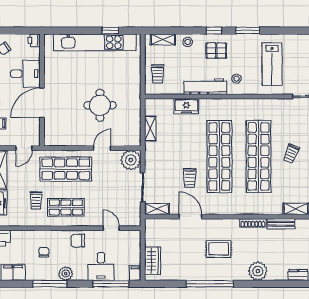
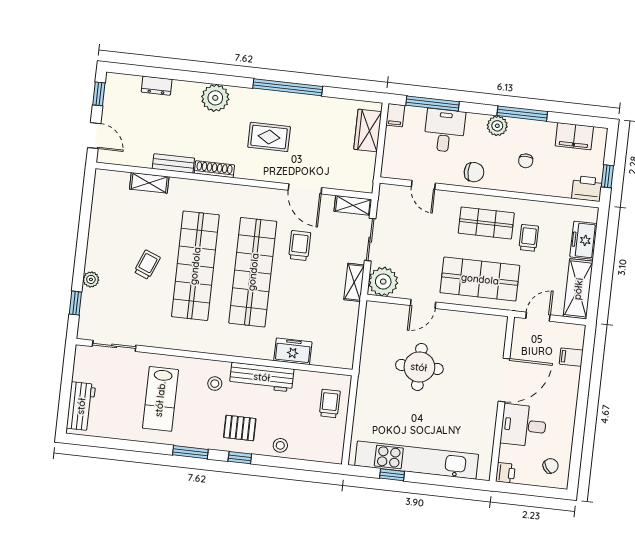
shelving: (163, 39) -> (316, 453), removed
lab bench: (272, 64) -> (160, 399), turned 180
shelving: (150, 129) -> (354, 282), moved

